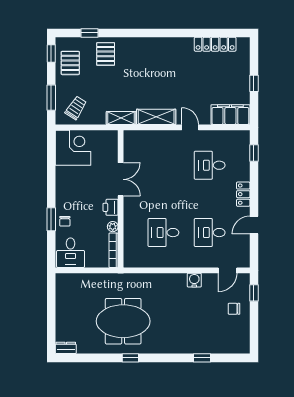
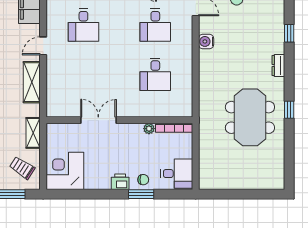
shelving: (121, 118) -> (33, 133), moved
printer: (110, 207) -> (120, 182), moved, turned 180
dresser: (66, 348) -> (278, 66), moved

